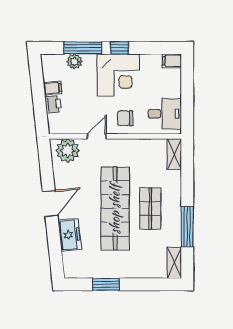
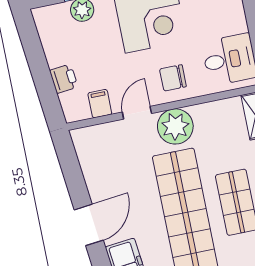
filing cabinet: (53, 88) -> (100, 104), moved, turned -84
plant: (68, 151) -> (175, 126), moved

